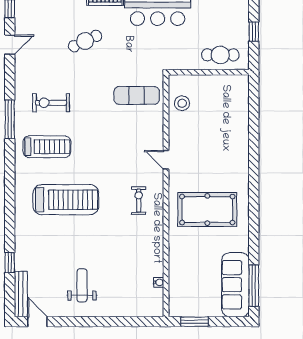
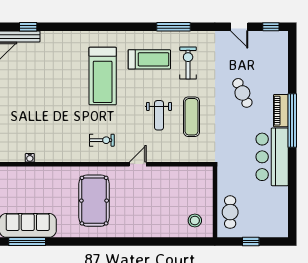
exercise mat: (137, 95) -> (192, 117), moved
stool: (182, 103) -> (195, 221), moved
treadmill: (47, 147) -> (149, 59), turned -90
window: (10, 263) -> (28, 27), moved
weight bench: (82, 285) -> (159, 115), moved, turned 90

